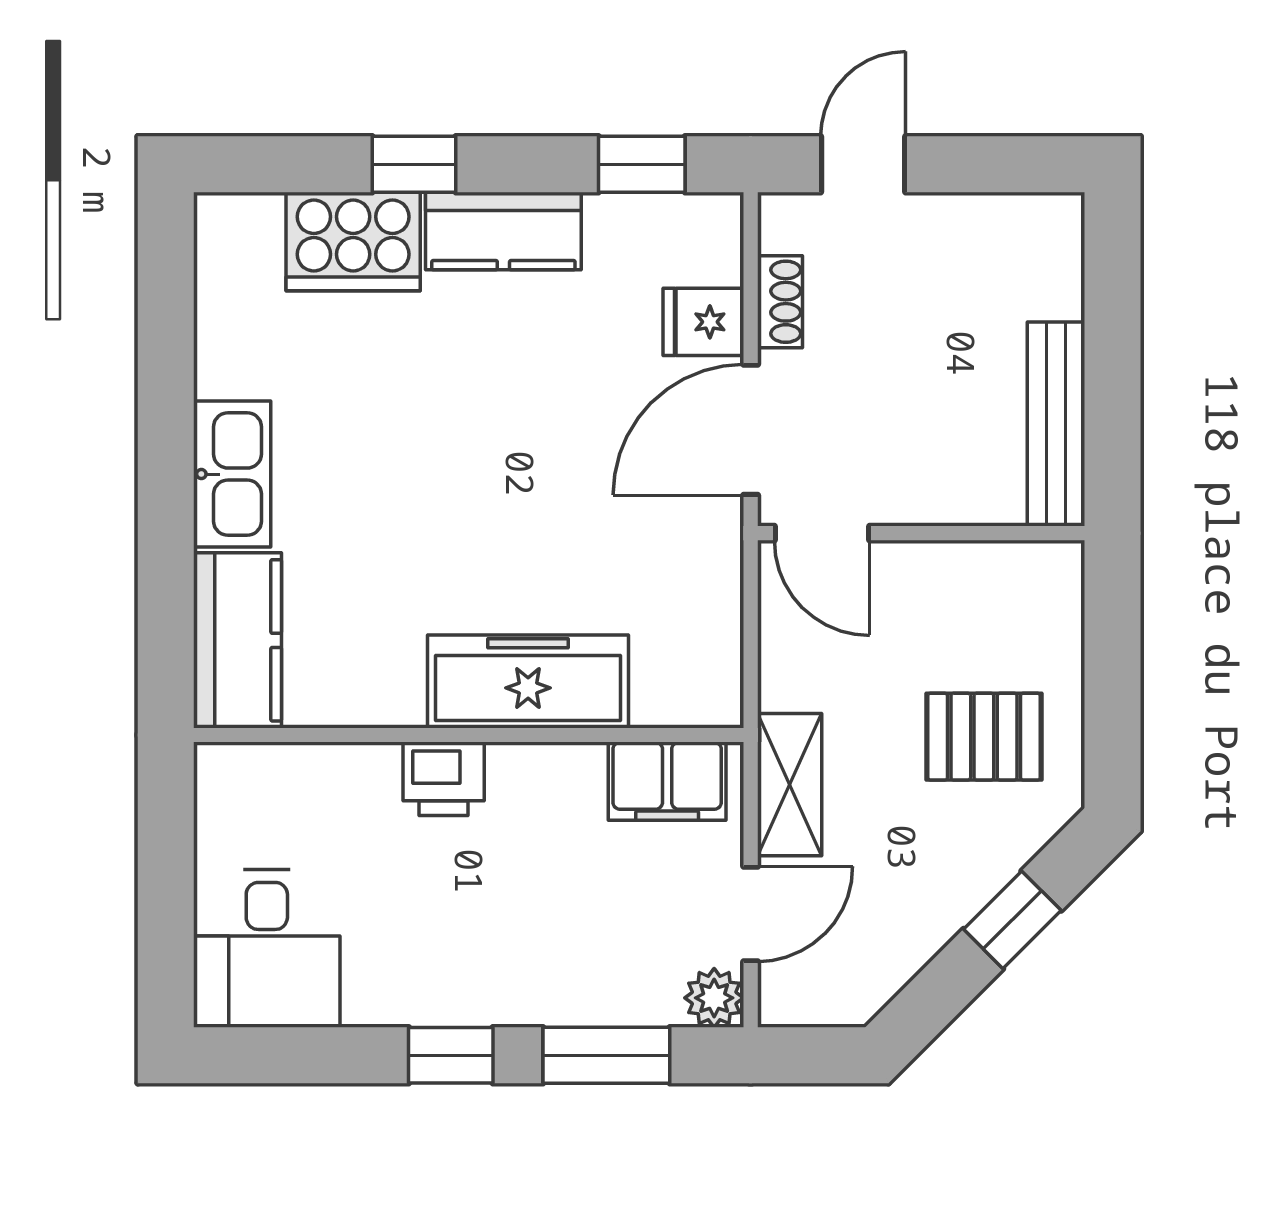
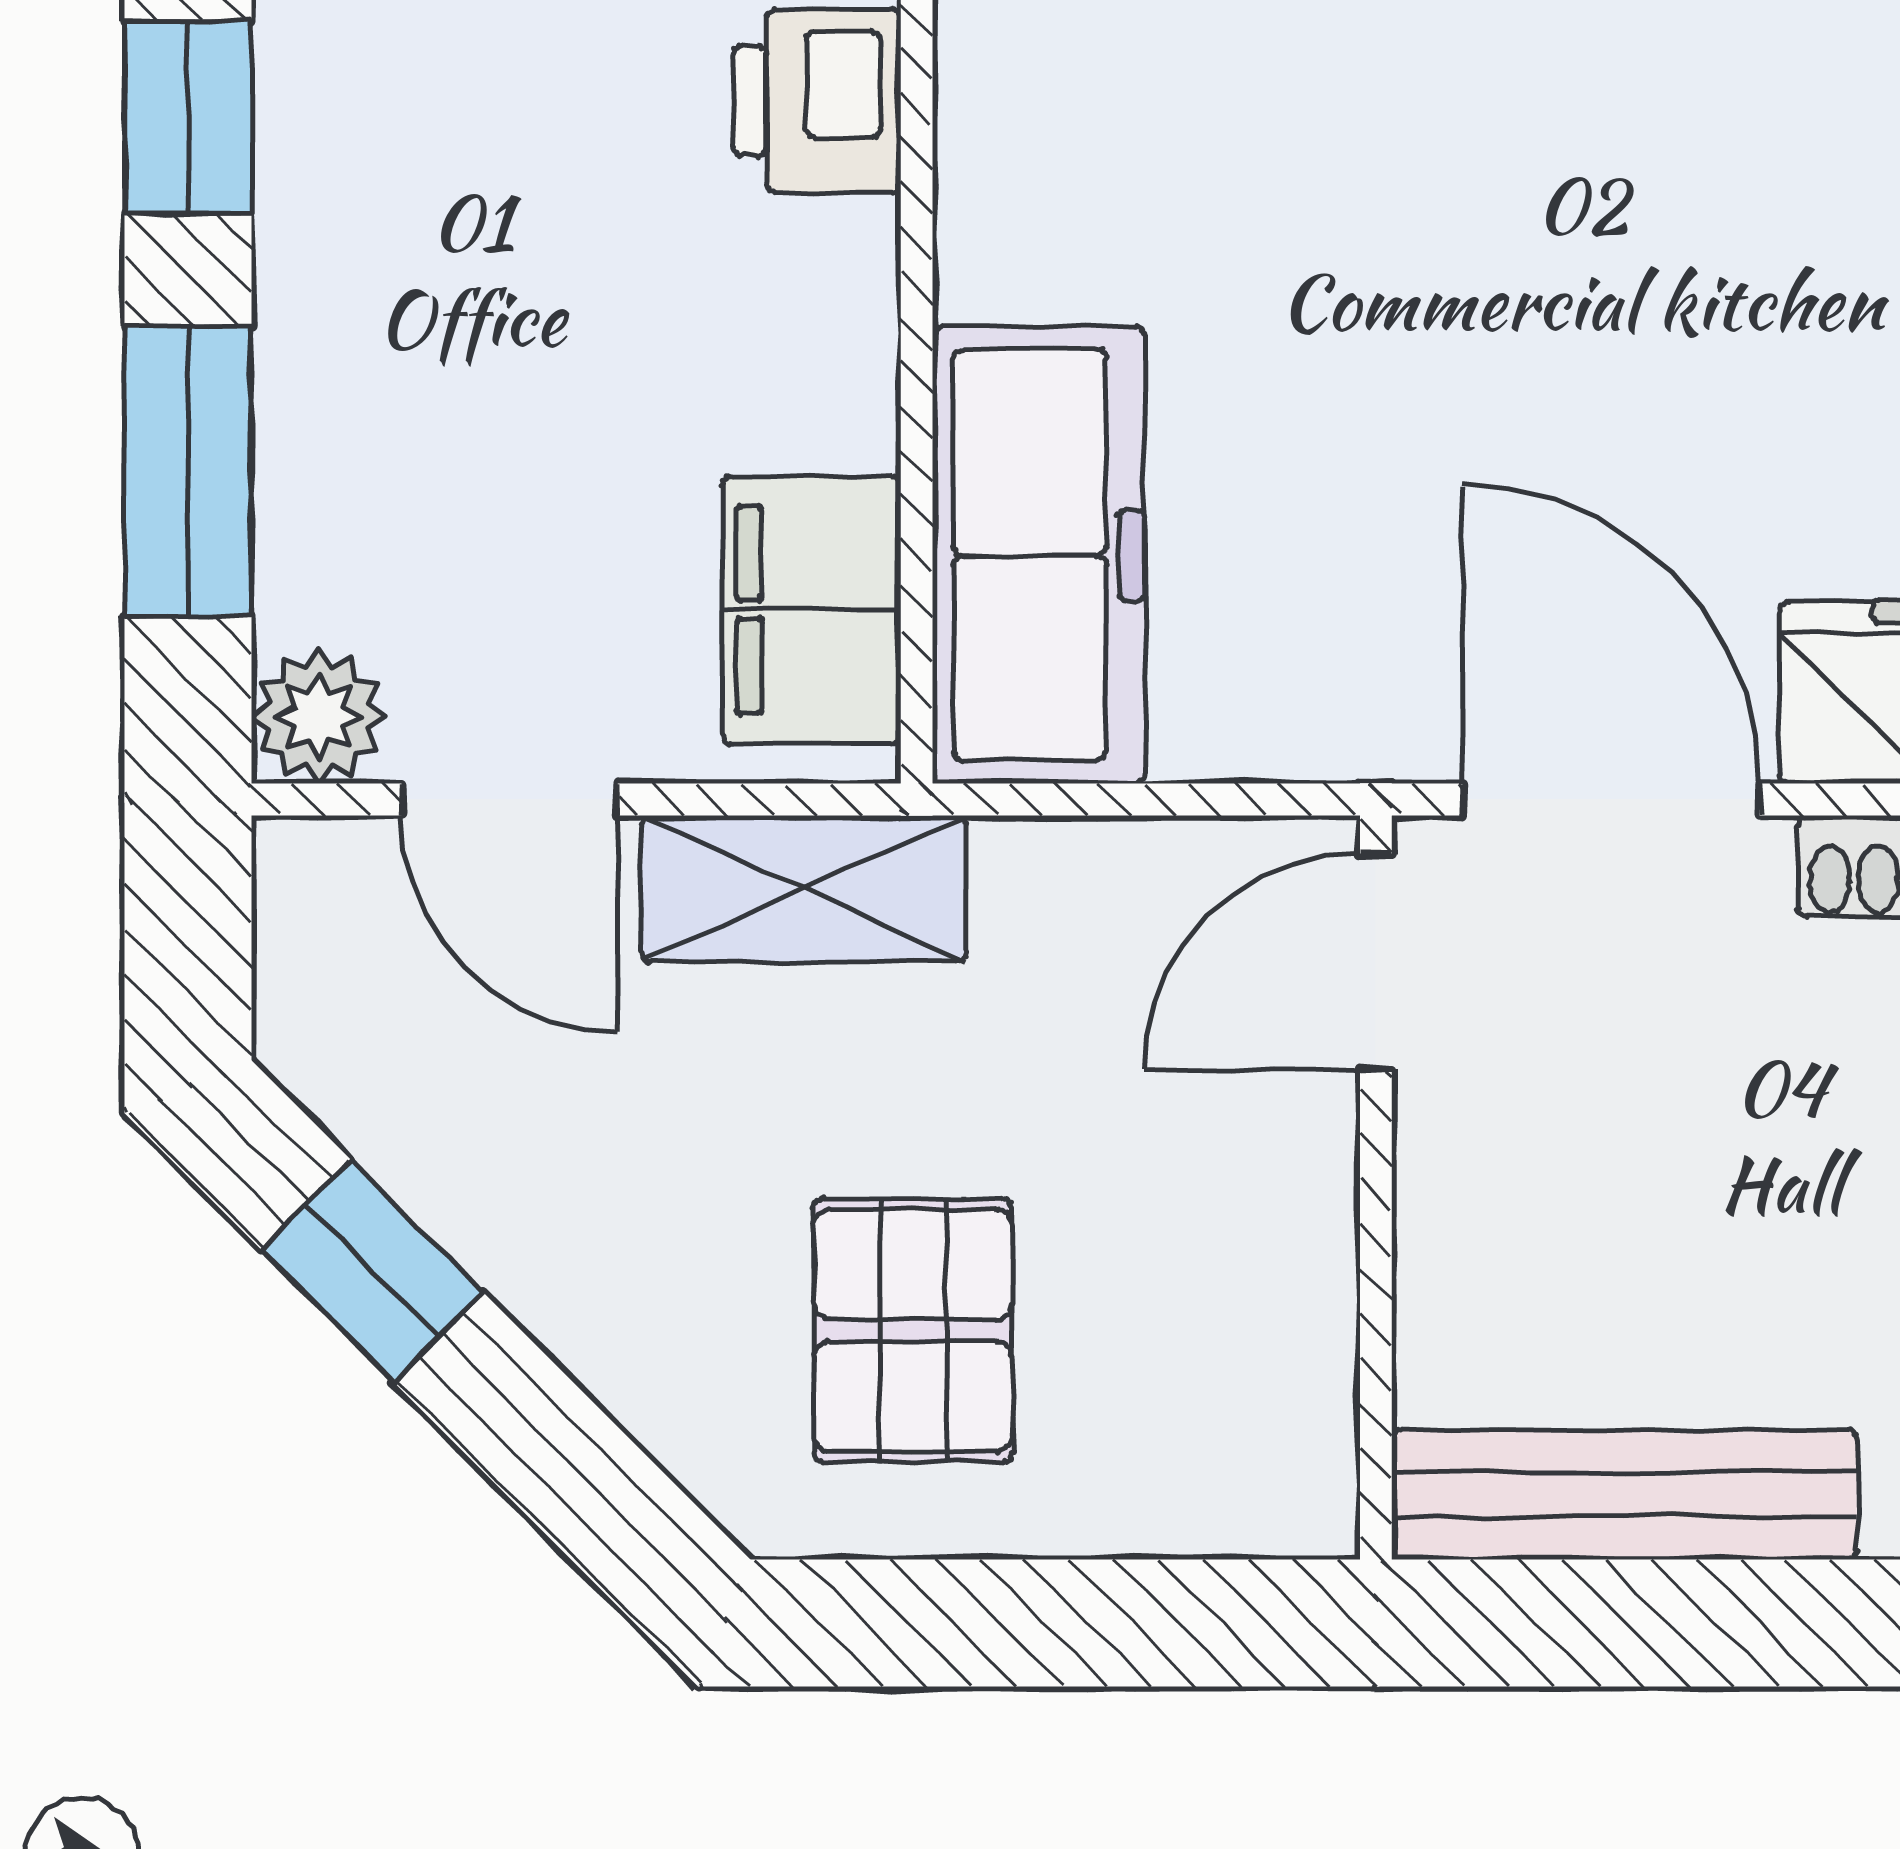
freezer: (528, 681) -> (1039, 555), moved
window: (1012, 920) -> (372, 1271), moved

